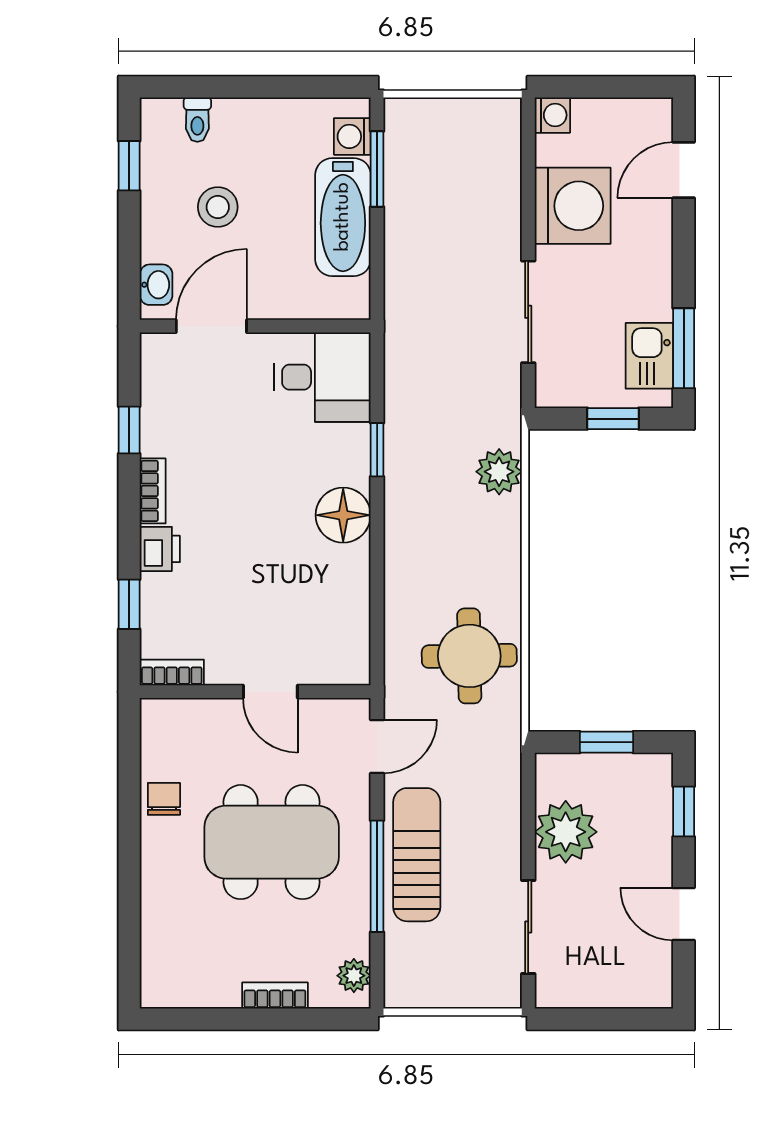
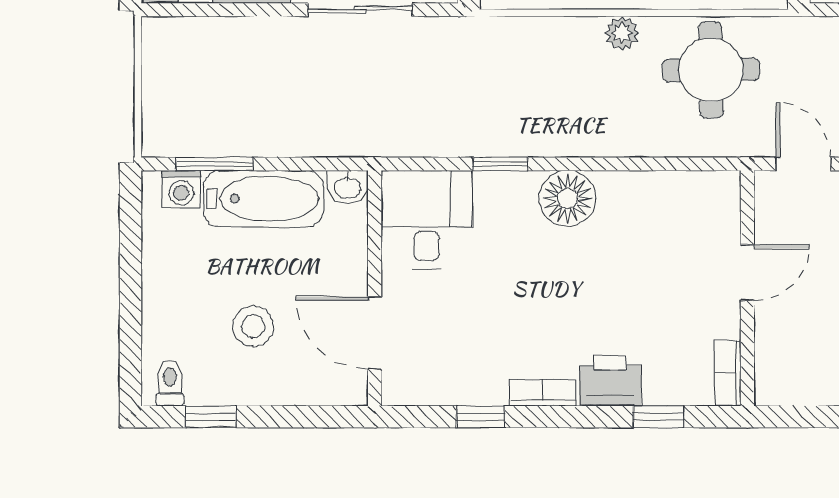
toilet: (197, 120) -> (170, 383), moved, turned -90
washbasin: (156, 285) -> (348, 187), moved, turned 180
plant: (499, 472) -> (622, 33), moved, width x0.73, depth x0.73
printer: (160, 549) -> (610, 381), width x1.36, depth x1.24

